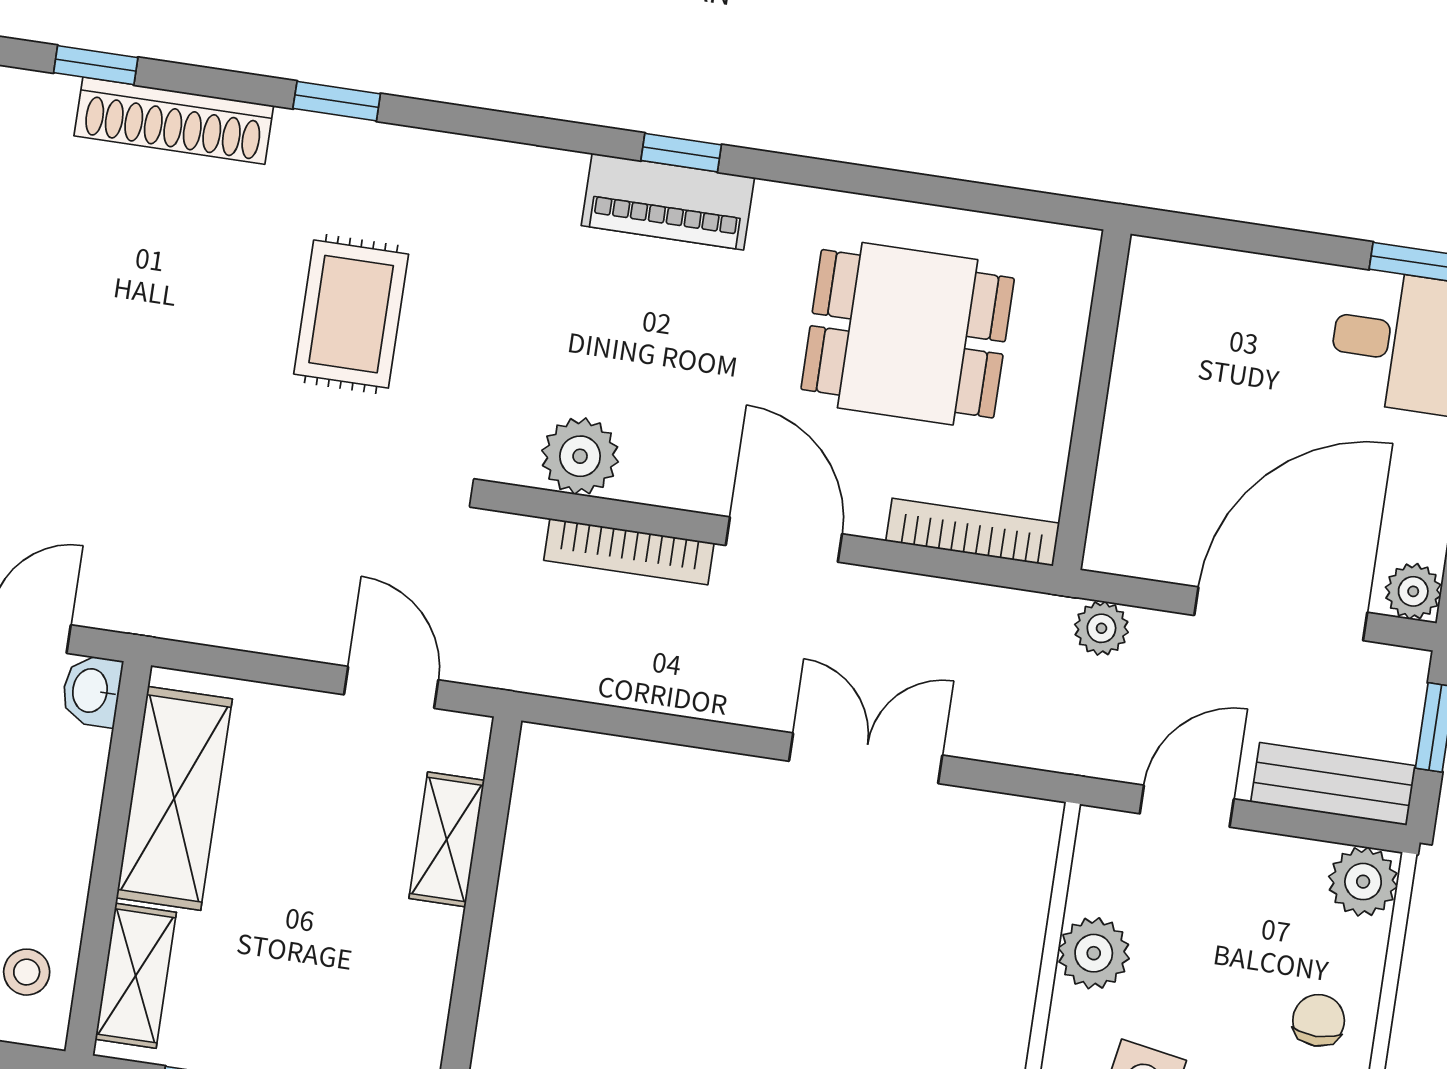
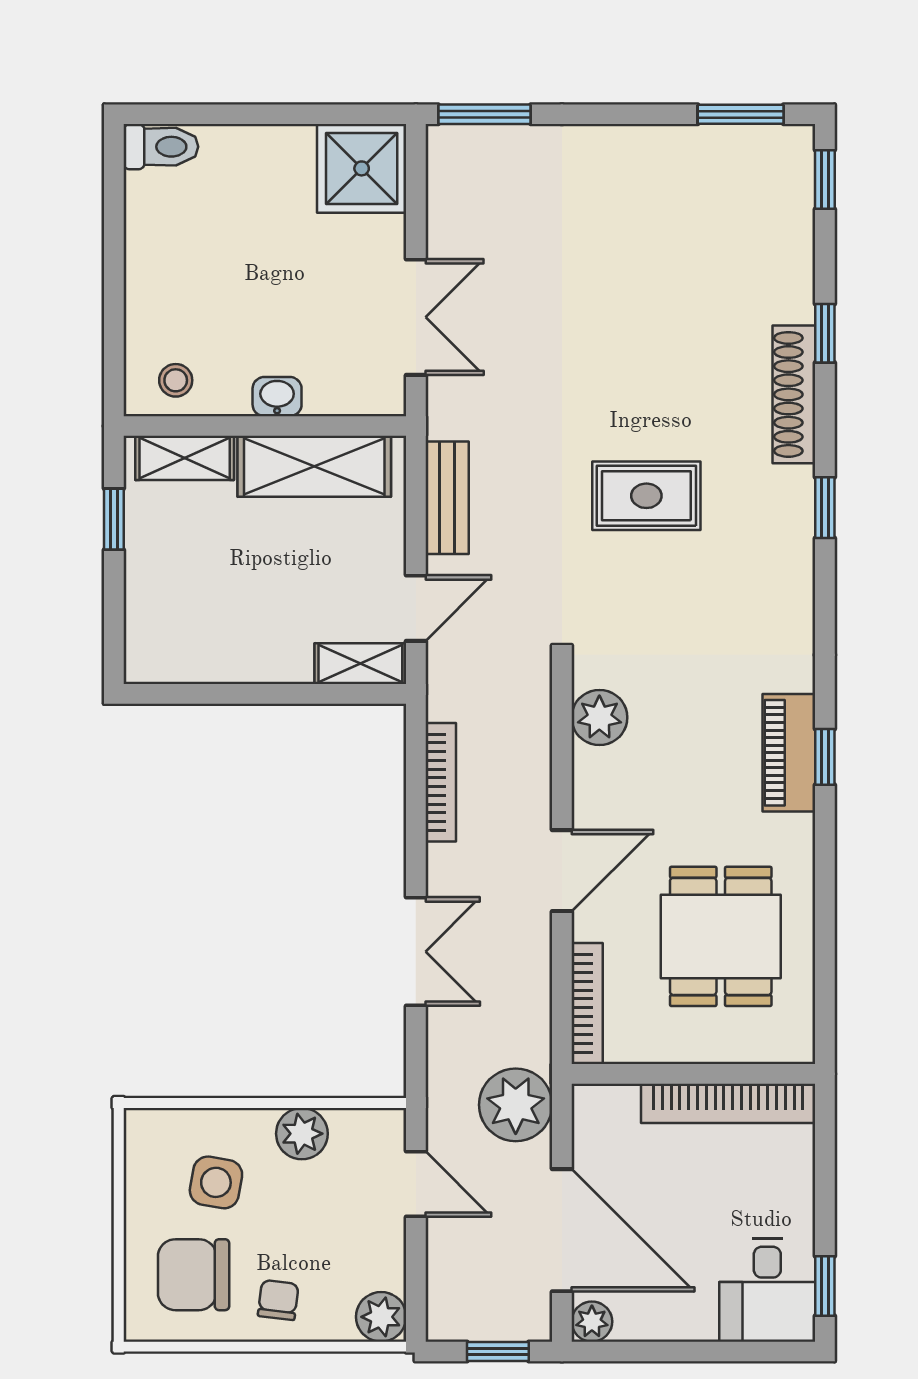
rug: (351, 314) -> (646, 496), moved
bookcase: (1140, 358) -> (728, 1103), added
bookcase: (629, 552) -> (441, 782), moved, turned 180
plant: (1101, 628) -> (516, 1105), width x1.88, depth x1.88
washbasin: (92, 691) -> (277, 397), moved
bench: (1333, 784) -> (447, 498), moved
shelving: (447, 839) -> (360, 664), moved
chair: (1319, 1020) -> (278, 1300), turned -83

